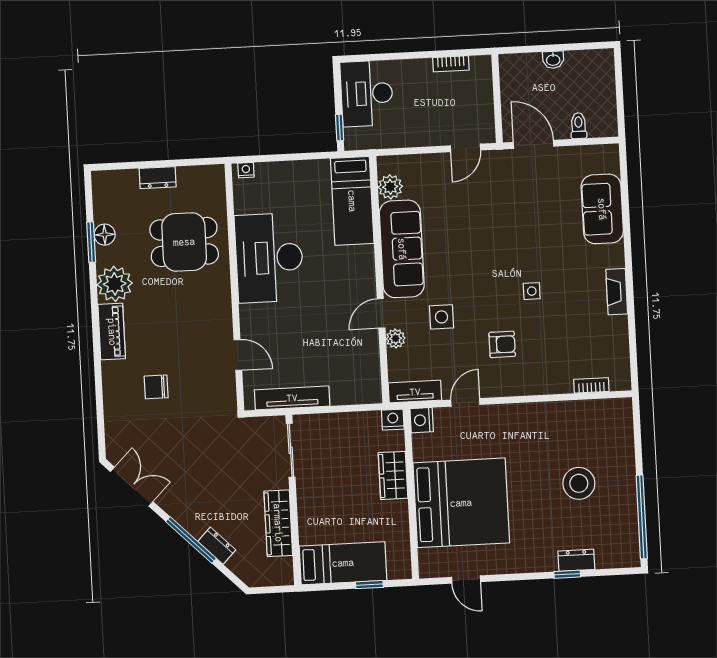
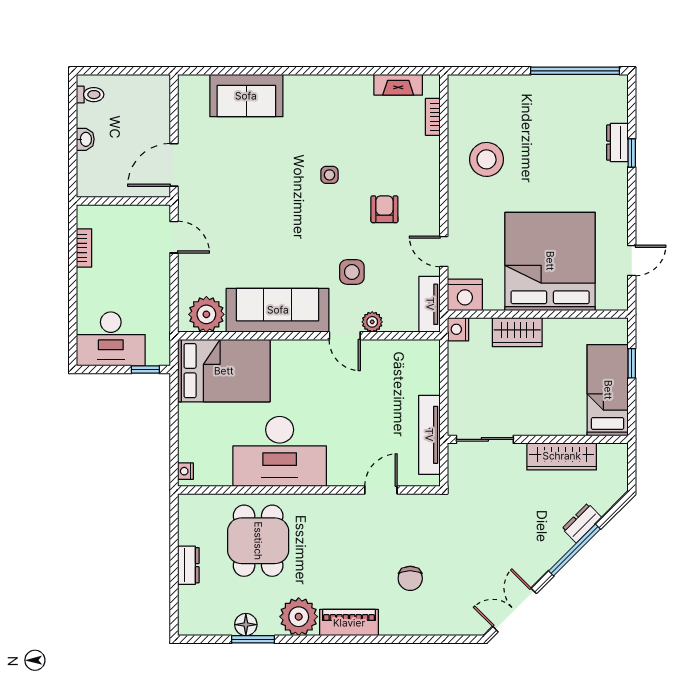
toilet: (579, 126) -> (90, 95), moved, turned 180
plant: (390, 187) -> (206, 314), width x1.36, depth x1.36
bed: (352, 201) -> (224, 371), width x1.50
fireplace: (617, 292) -> (398, 85), moved
nightstand: (422, 420) -> (465, 295), width x1.36, depth x1.33
stool: (579, 483) -> (487, 159), moved

